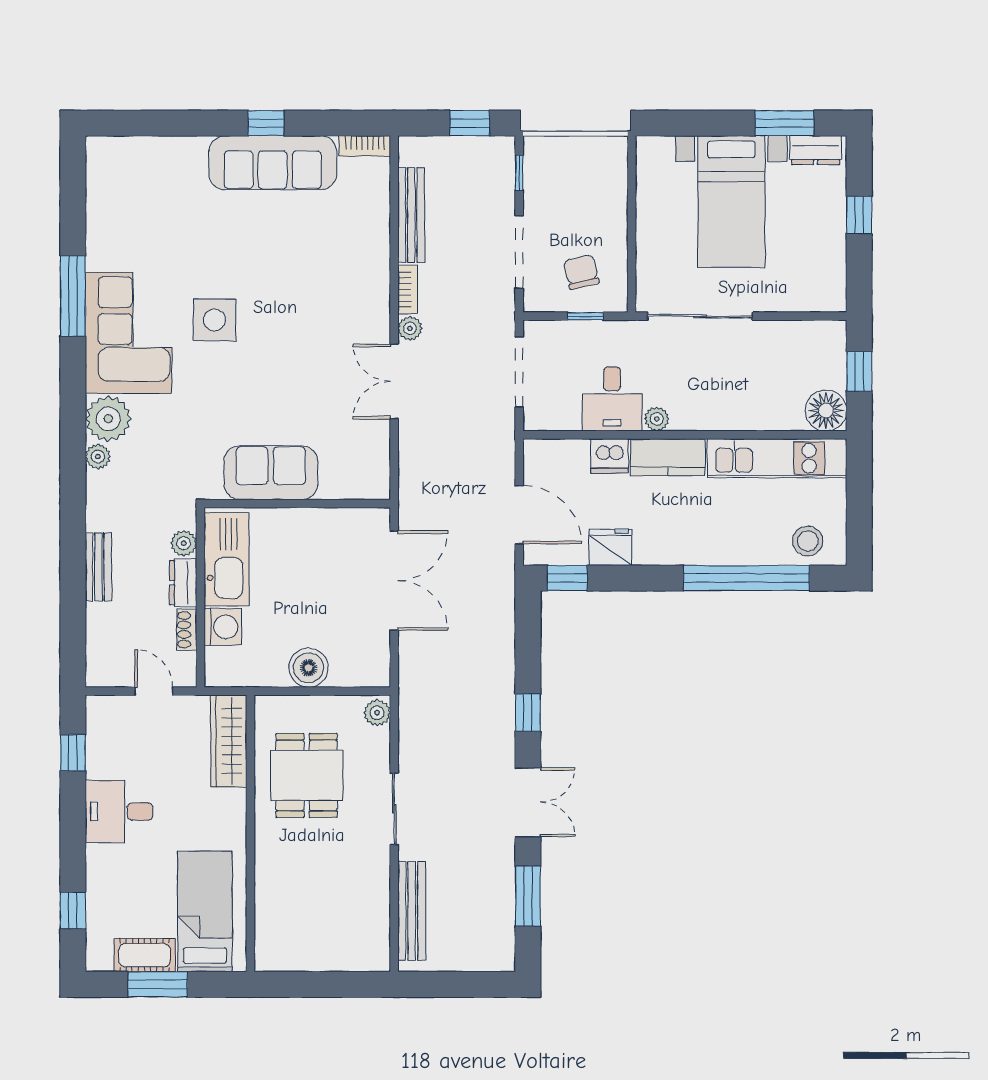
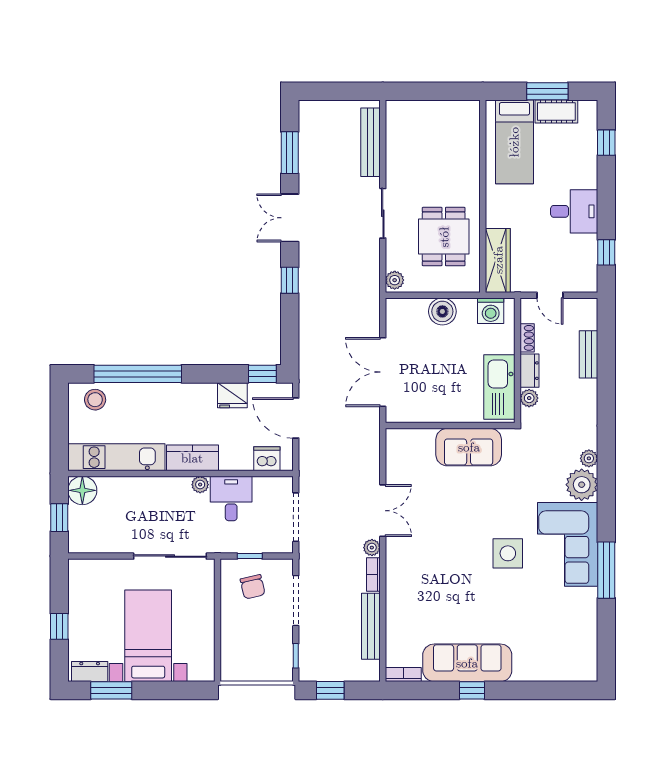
dishwasher: (609, 456) -> (267, 459), moved
bench: (98, 567) -> (588, 354), moved
washing machine: (223, 627) -> (491, 311), moved, turned -90

